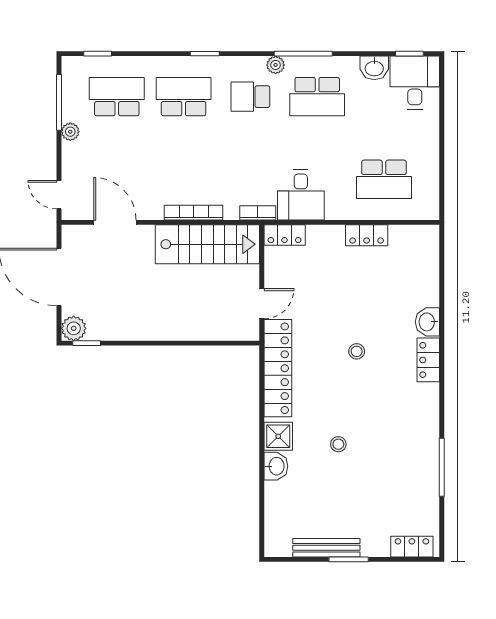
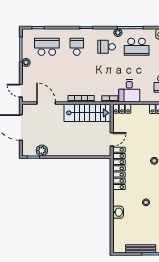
school desk: (184, 97) -> (77, 47), width x0.54
plant: (74, 328) -> (42, 151), moved
shower: (278, 436) -> (119, 199), removed

